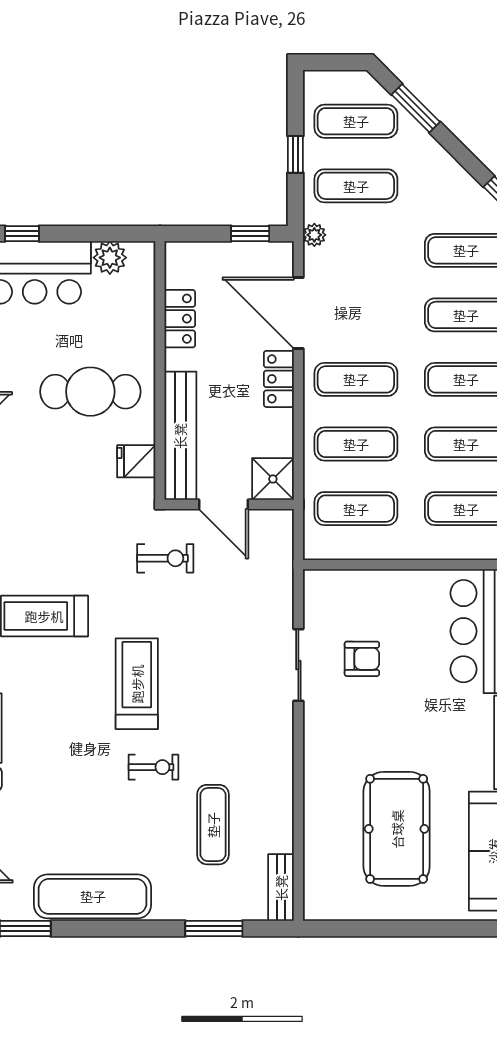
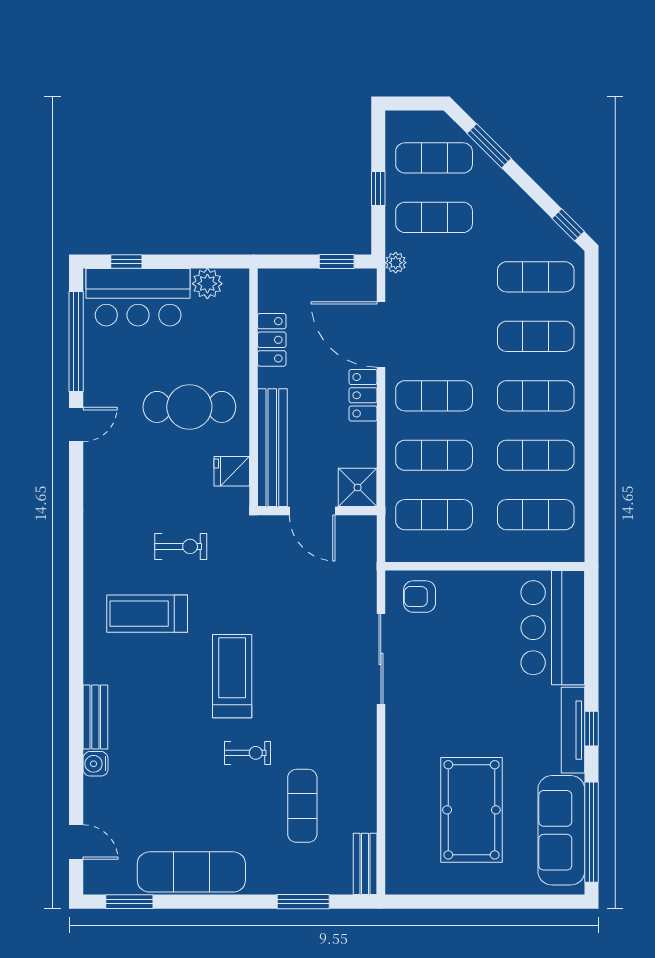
exercise bike: (165, 558) -> (181, 546), moved
armchair: (362, 659) -> (420, 597), moved, turned 180
sliding door: (298, 665) -> (381, 659), width x1.37

